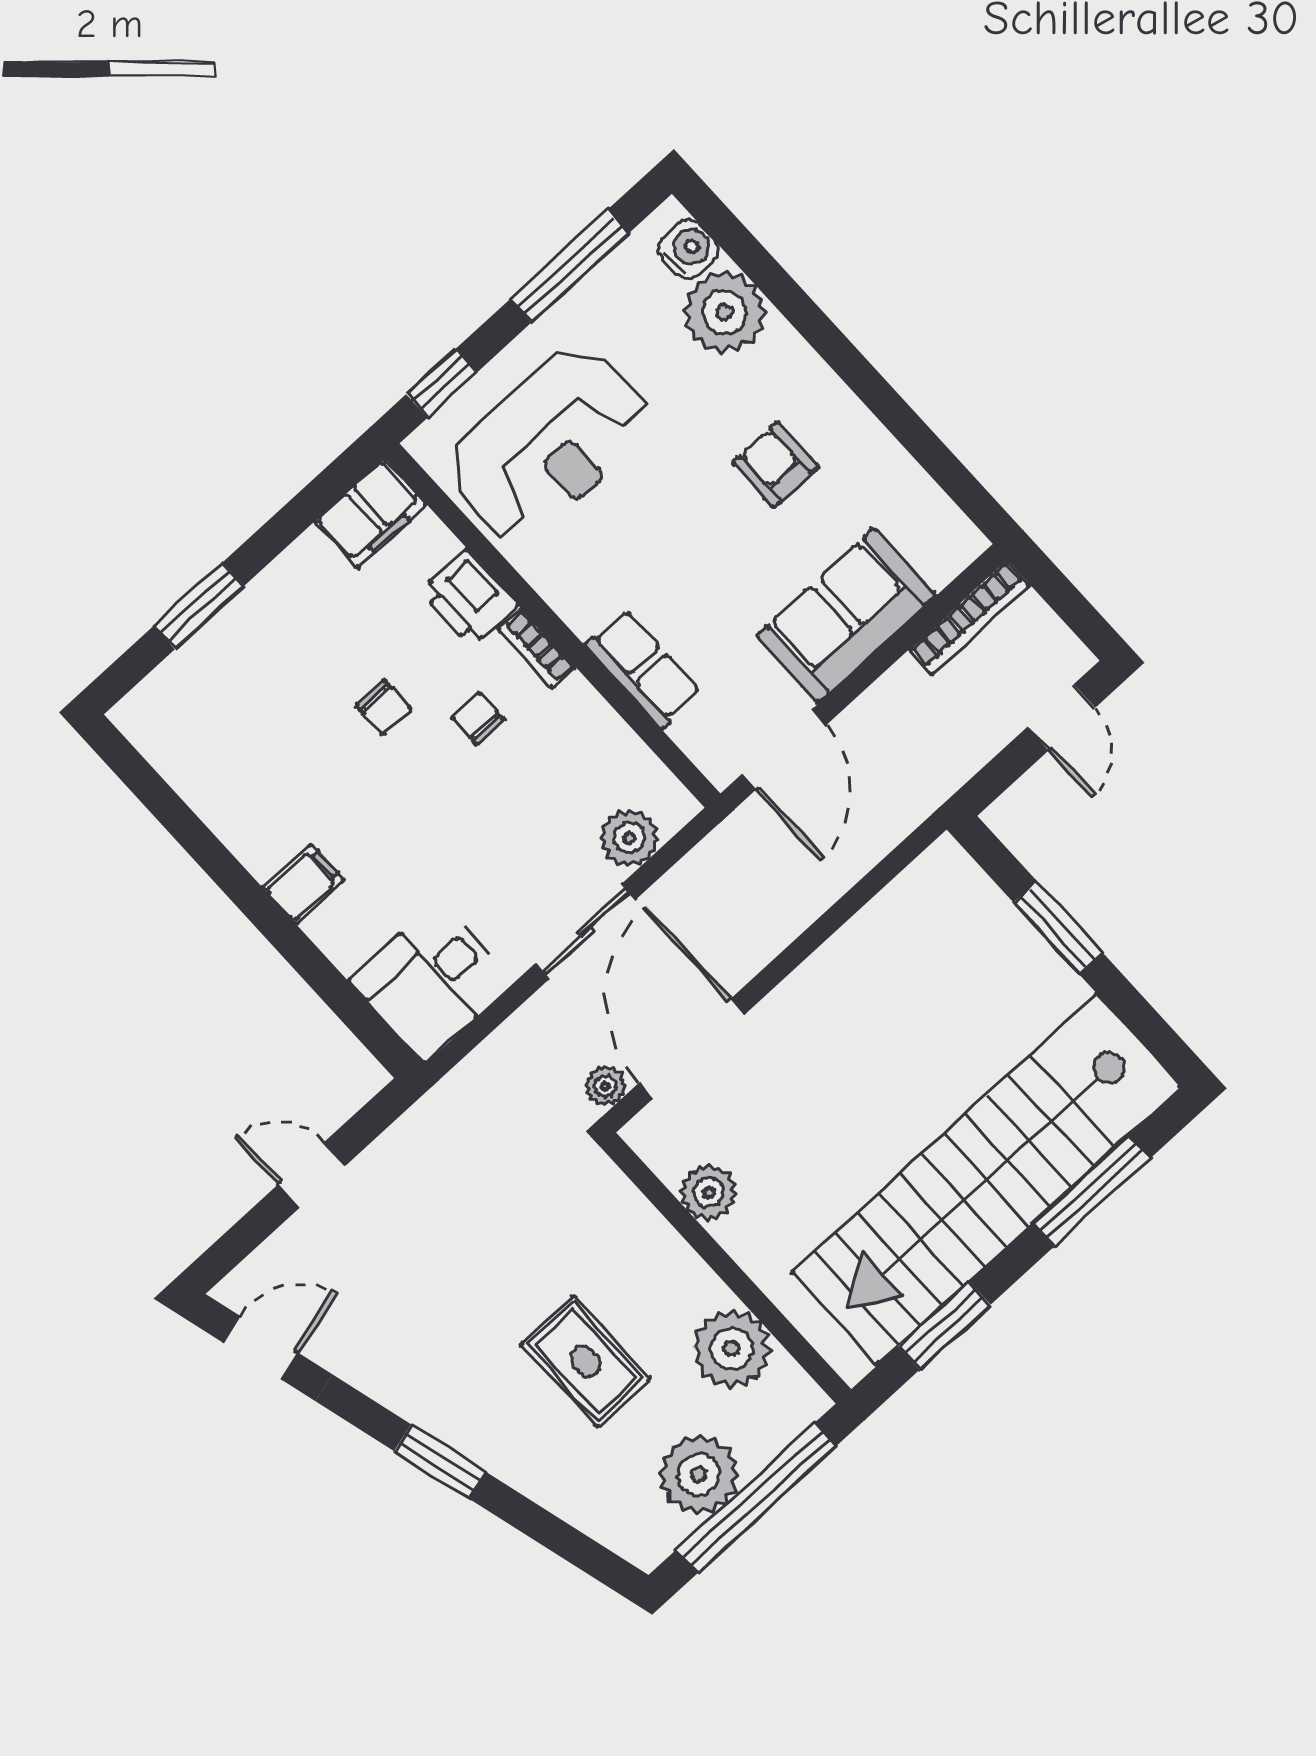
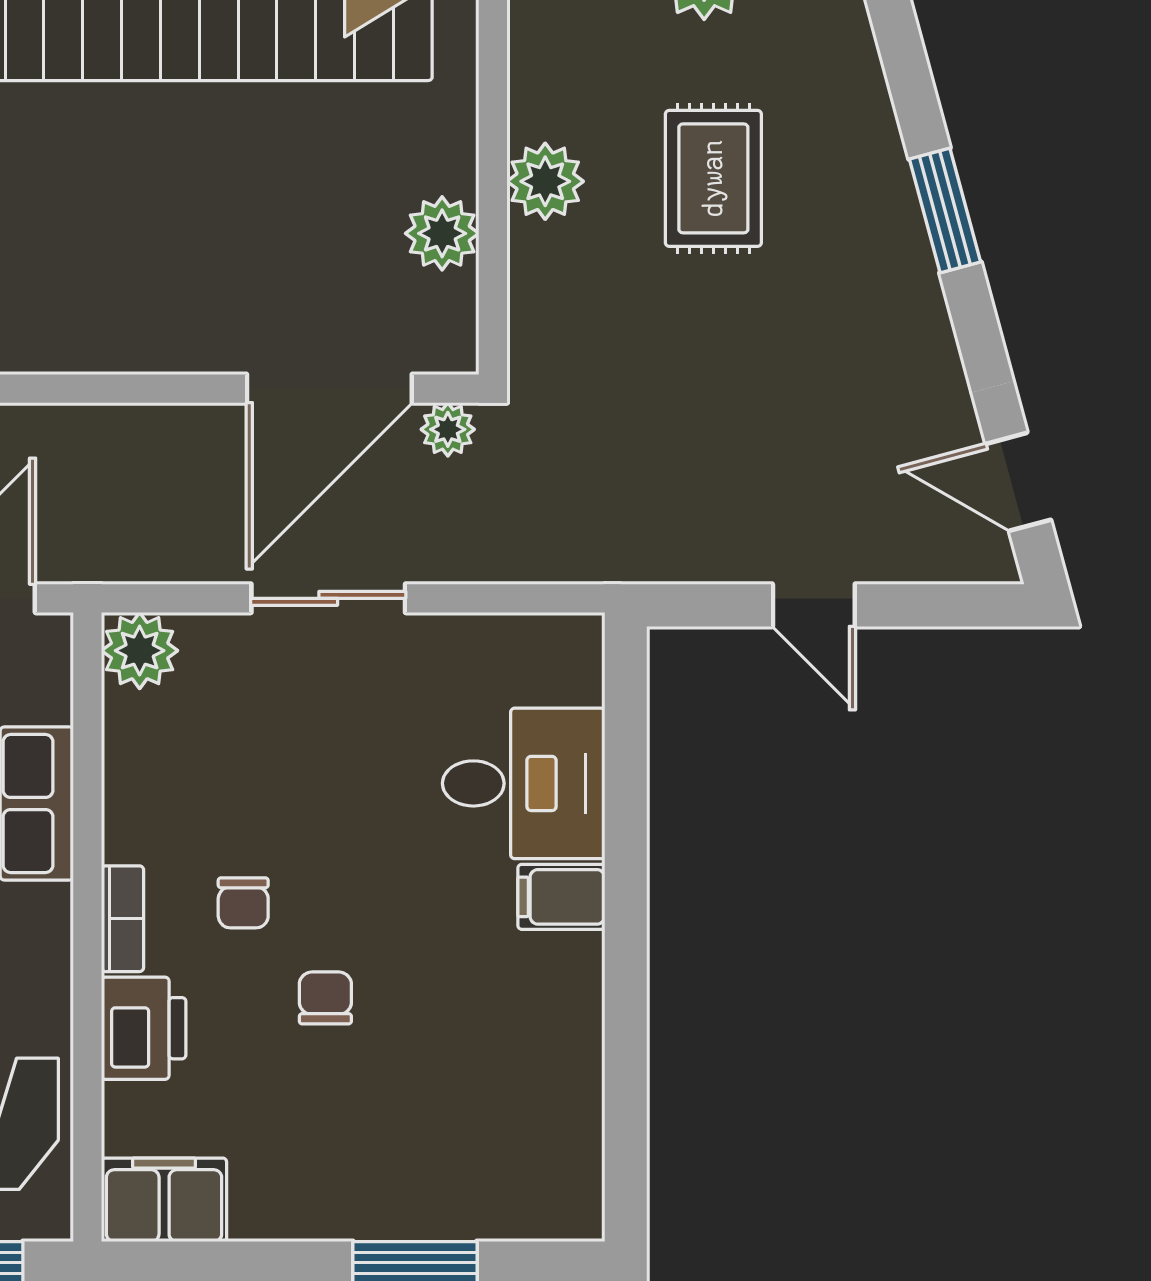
plant: (629, 838) -> (140, 651), moved
desk: (431, 981) -> (524, 783), moved
plant: (732, 1348) -> (545, 181), moved, width x0.73, depth x0.73

